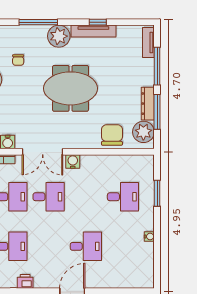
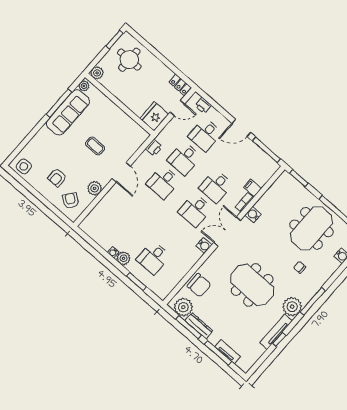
tv unit: (148, 42) -> (228, 352), moved
meeting table: (71, 88) -> (252, 285), turned 90
plant: (147, 223) -> (123, 258), added
desk: (86, 246) -> (163, 182), moved

